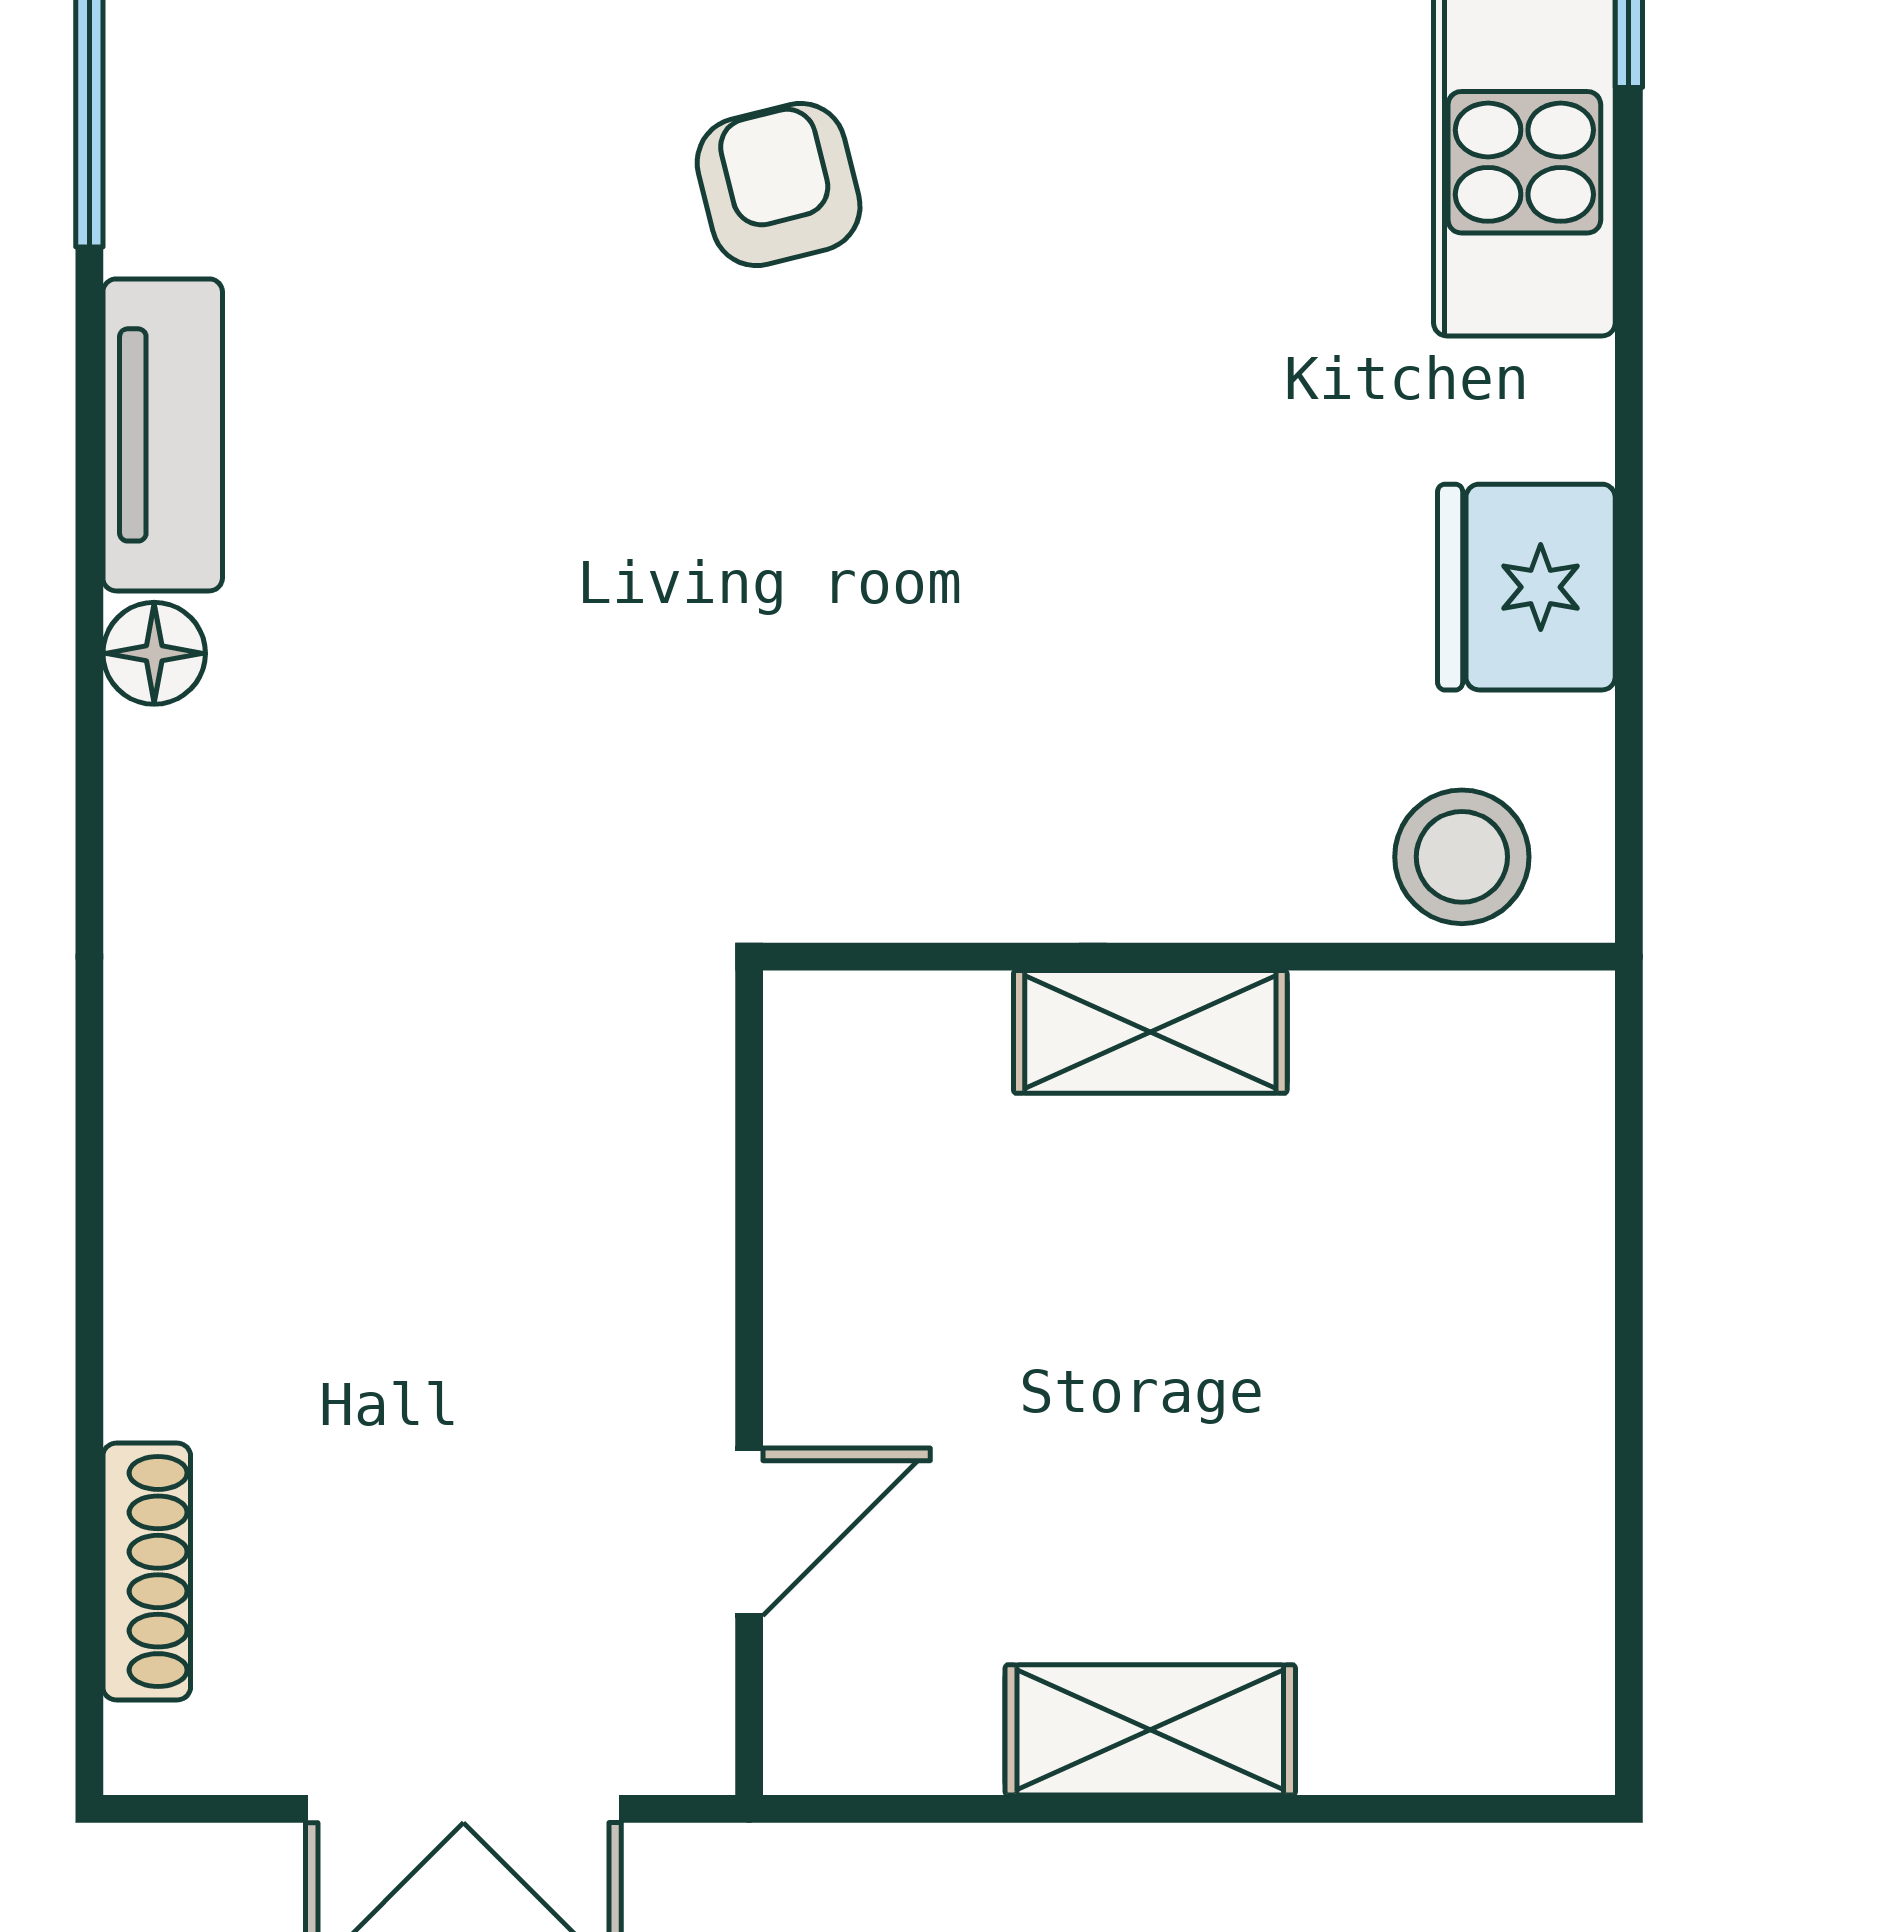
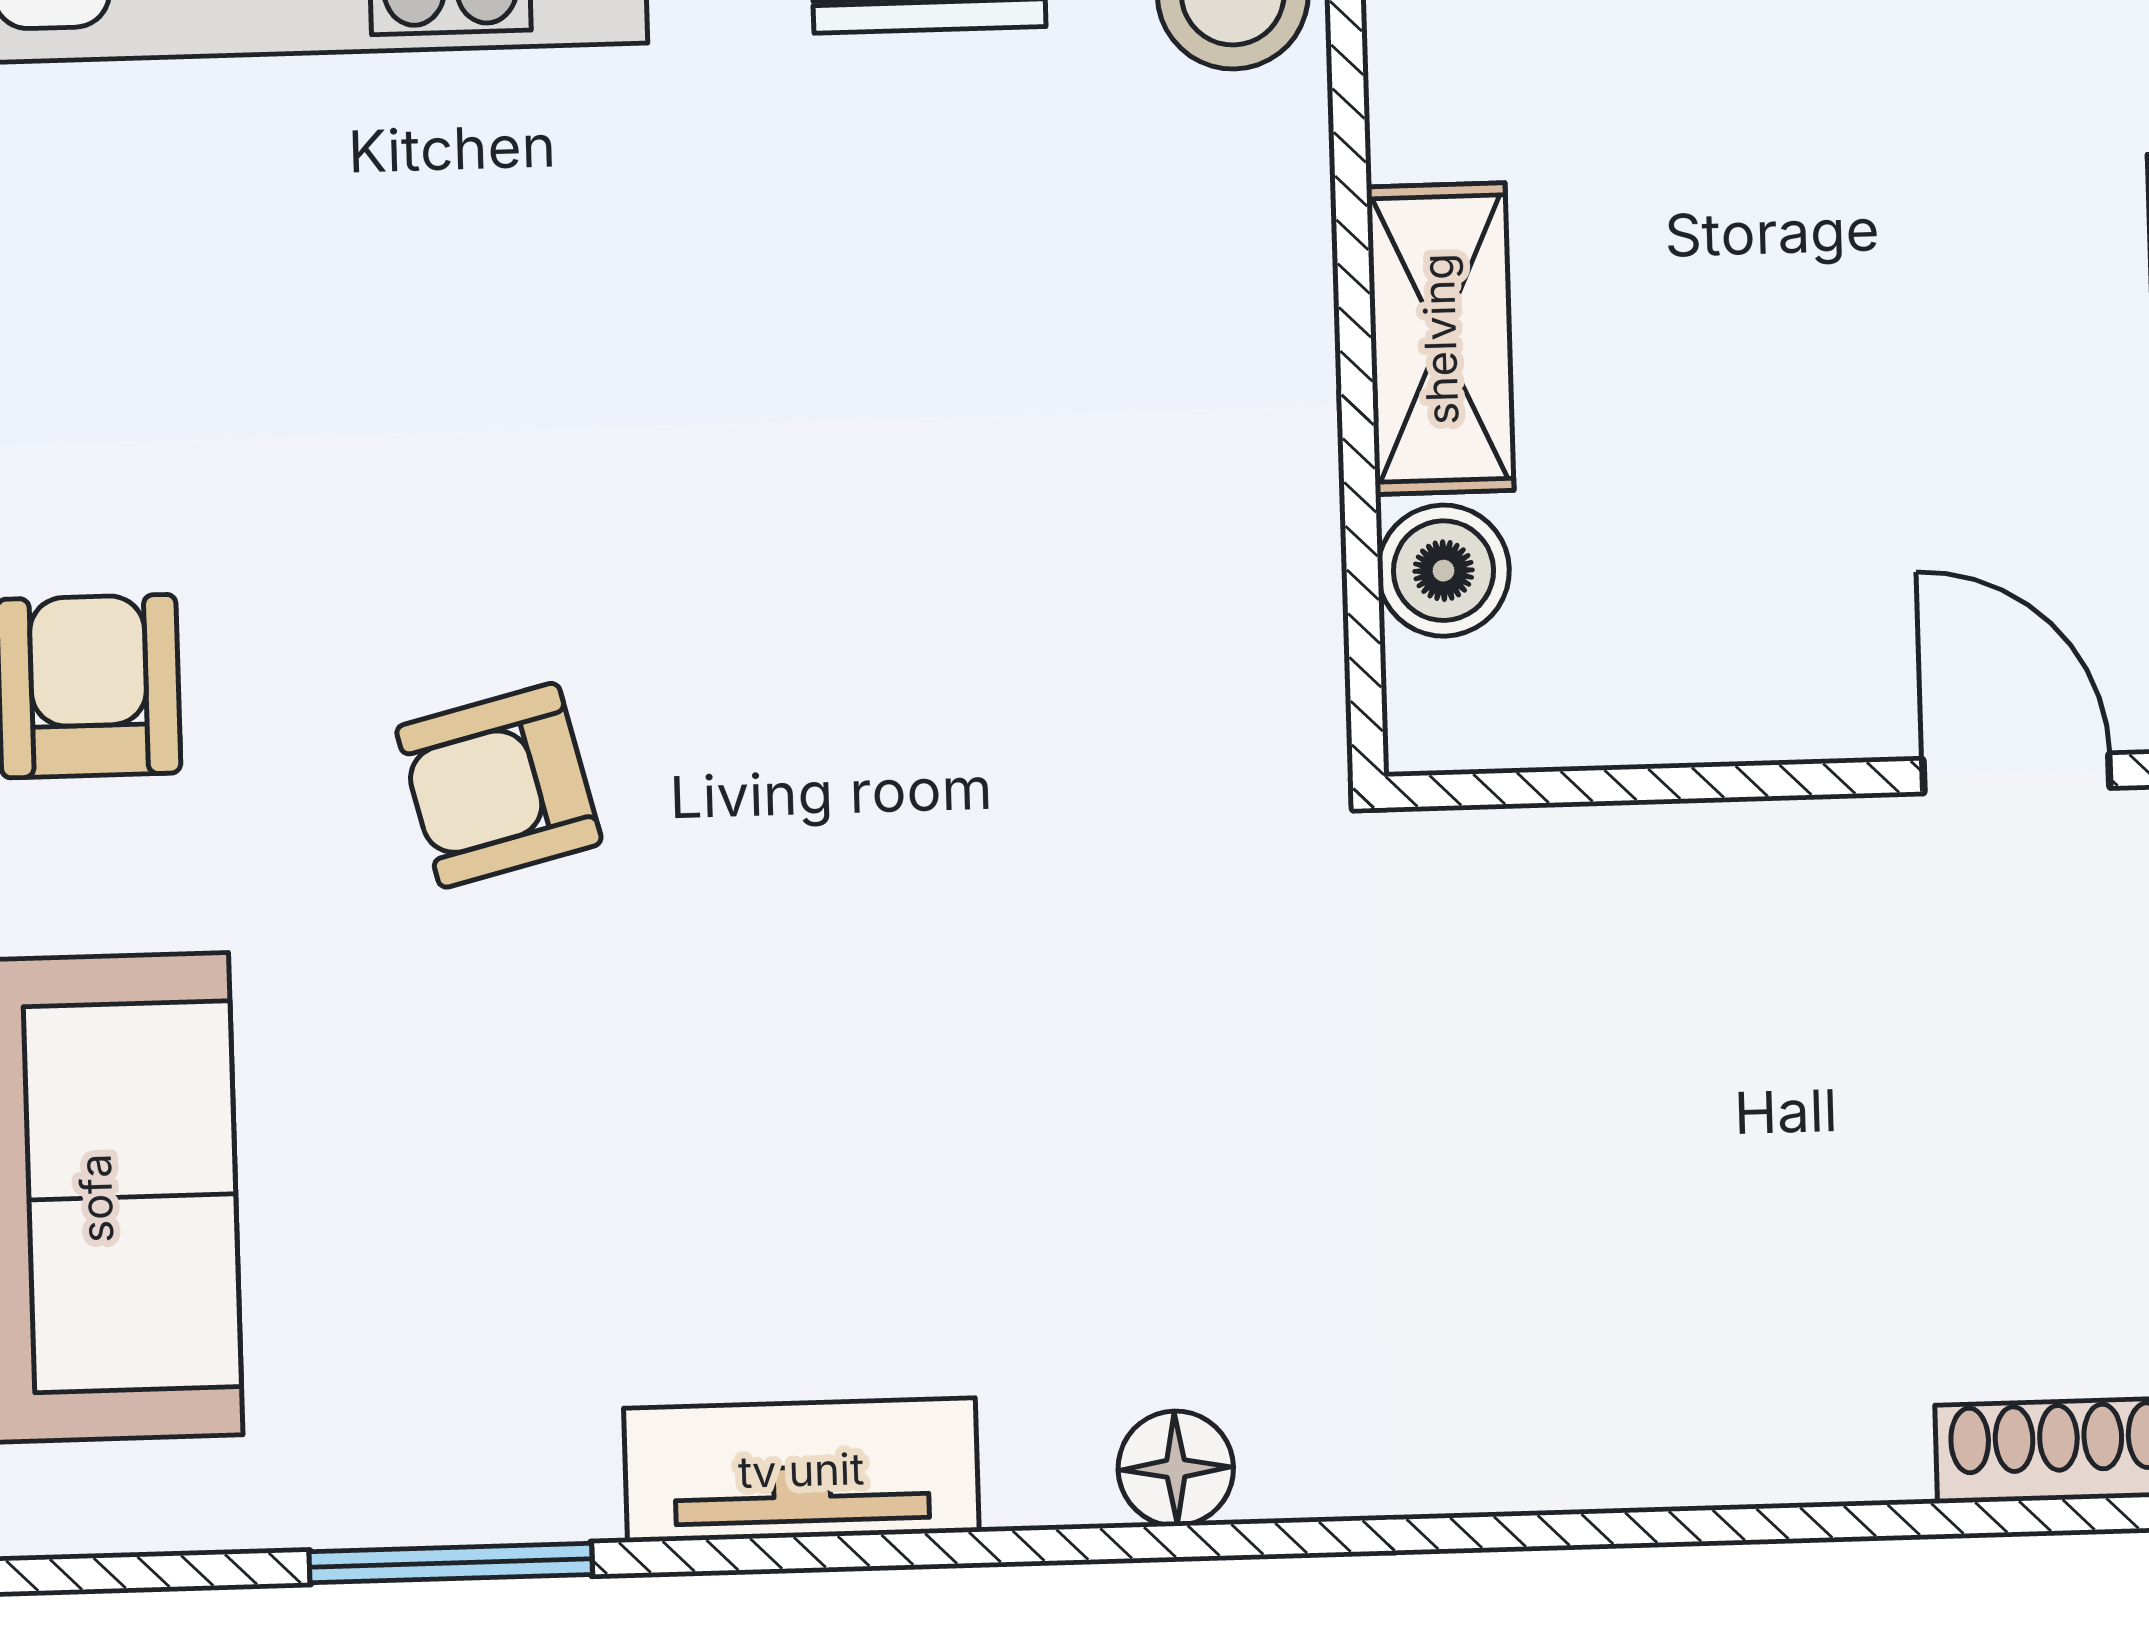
floor lamp: (154, 653) -> (1176, 1468), moved
boiler: (944, 1029) -> (1443, 571), added

